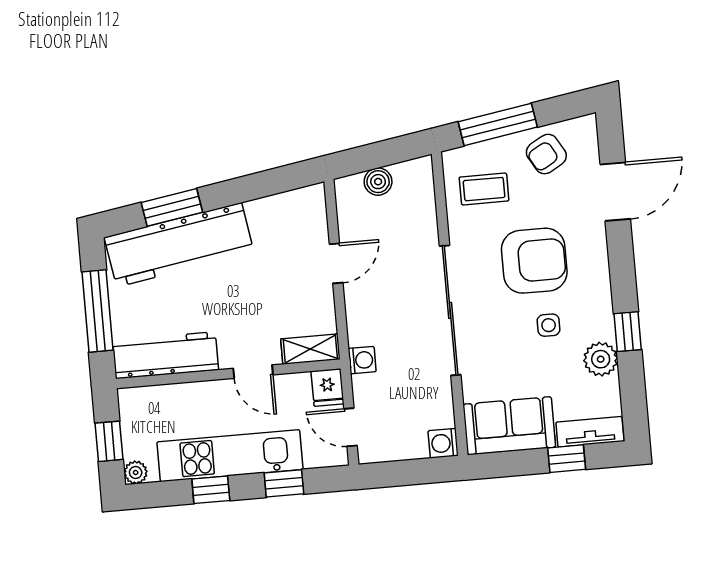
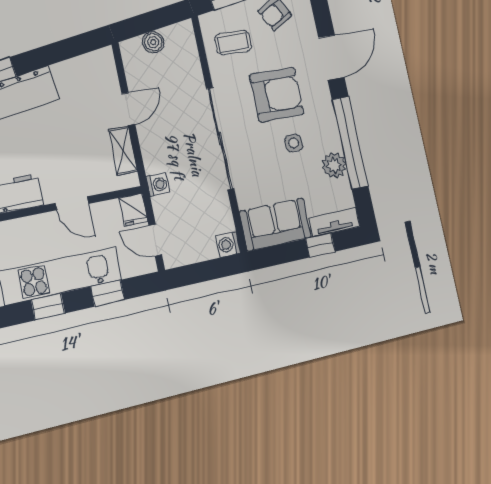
door: (615, 192) -> (331, 57), moved
window: (628, 332) -> (350, 143), width x3.17
shelving: (310, 349) -> (123, 151), moved, turned 90

